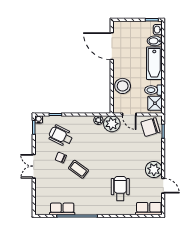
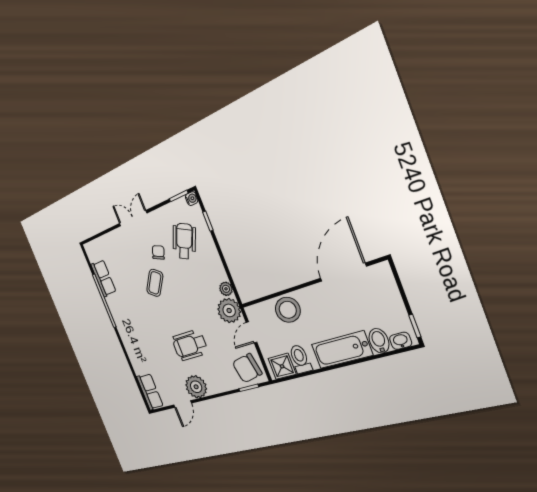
chair: (150, 127) -> (247, 368), turned -84
wheelchair: (120, 189) -> (190, 345), moved, turned 180

